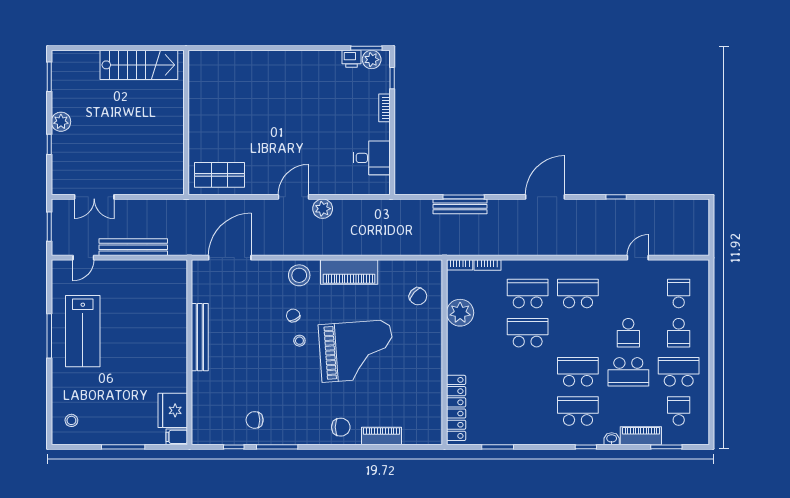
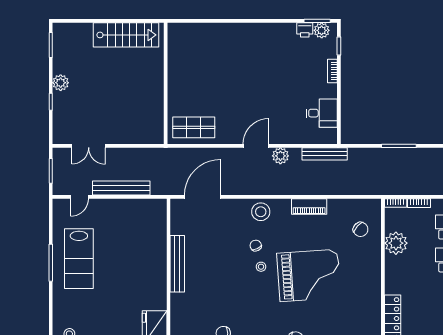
bench: (460, 206) -> (325, 154), moved
piano: (349, 272) -> (309, 206), width x0.73, depth x0.75

